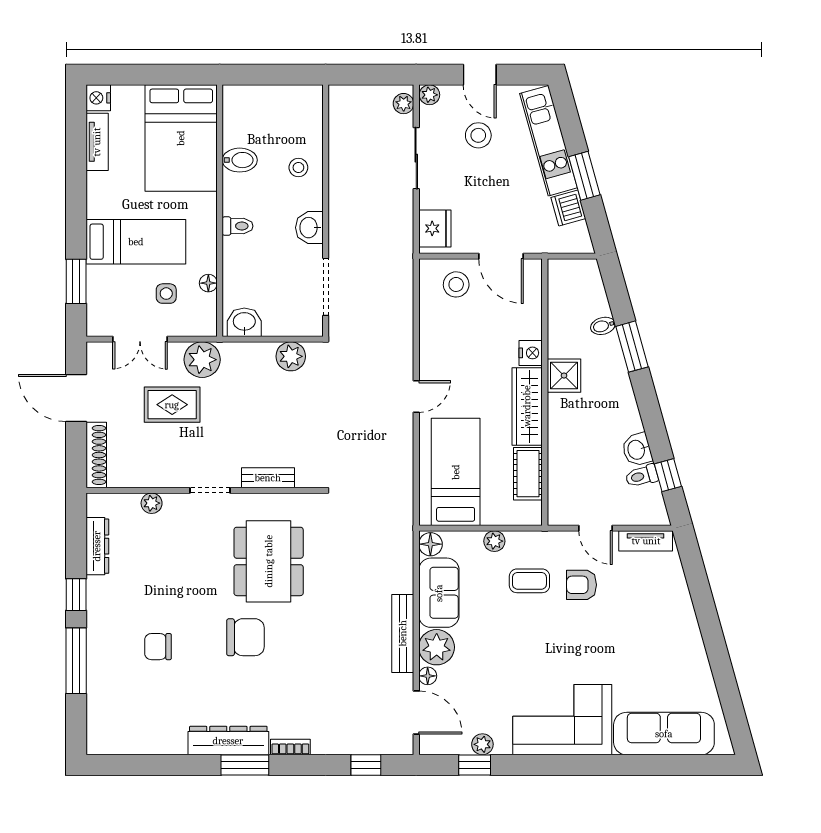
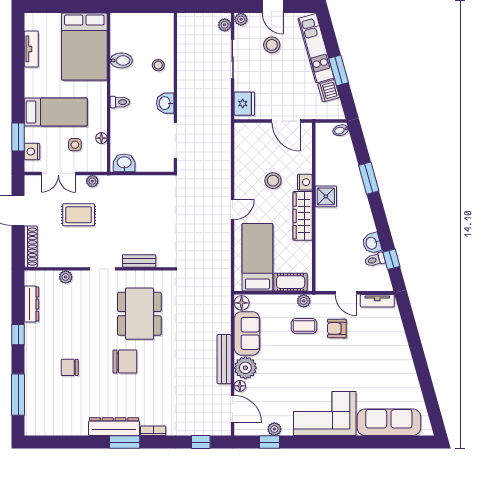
nightstand: (98, 98) -> (32, 152), moved
stool: (456, 284) -> (273, 181), moved
bidet: (603, 326) -> (341, 130), moved
plant: (291, 356) -> (153, 184), removed
plant: (202, 360) -> (92, 181), width x0.53, depth x0.53
cot: (528, 474) -> (291, 282), moved, turned 90
plant: (494, 541) -> (304, 301), moved
window: (76, 661) -> (18, 395), moved

